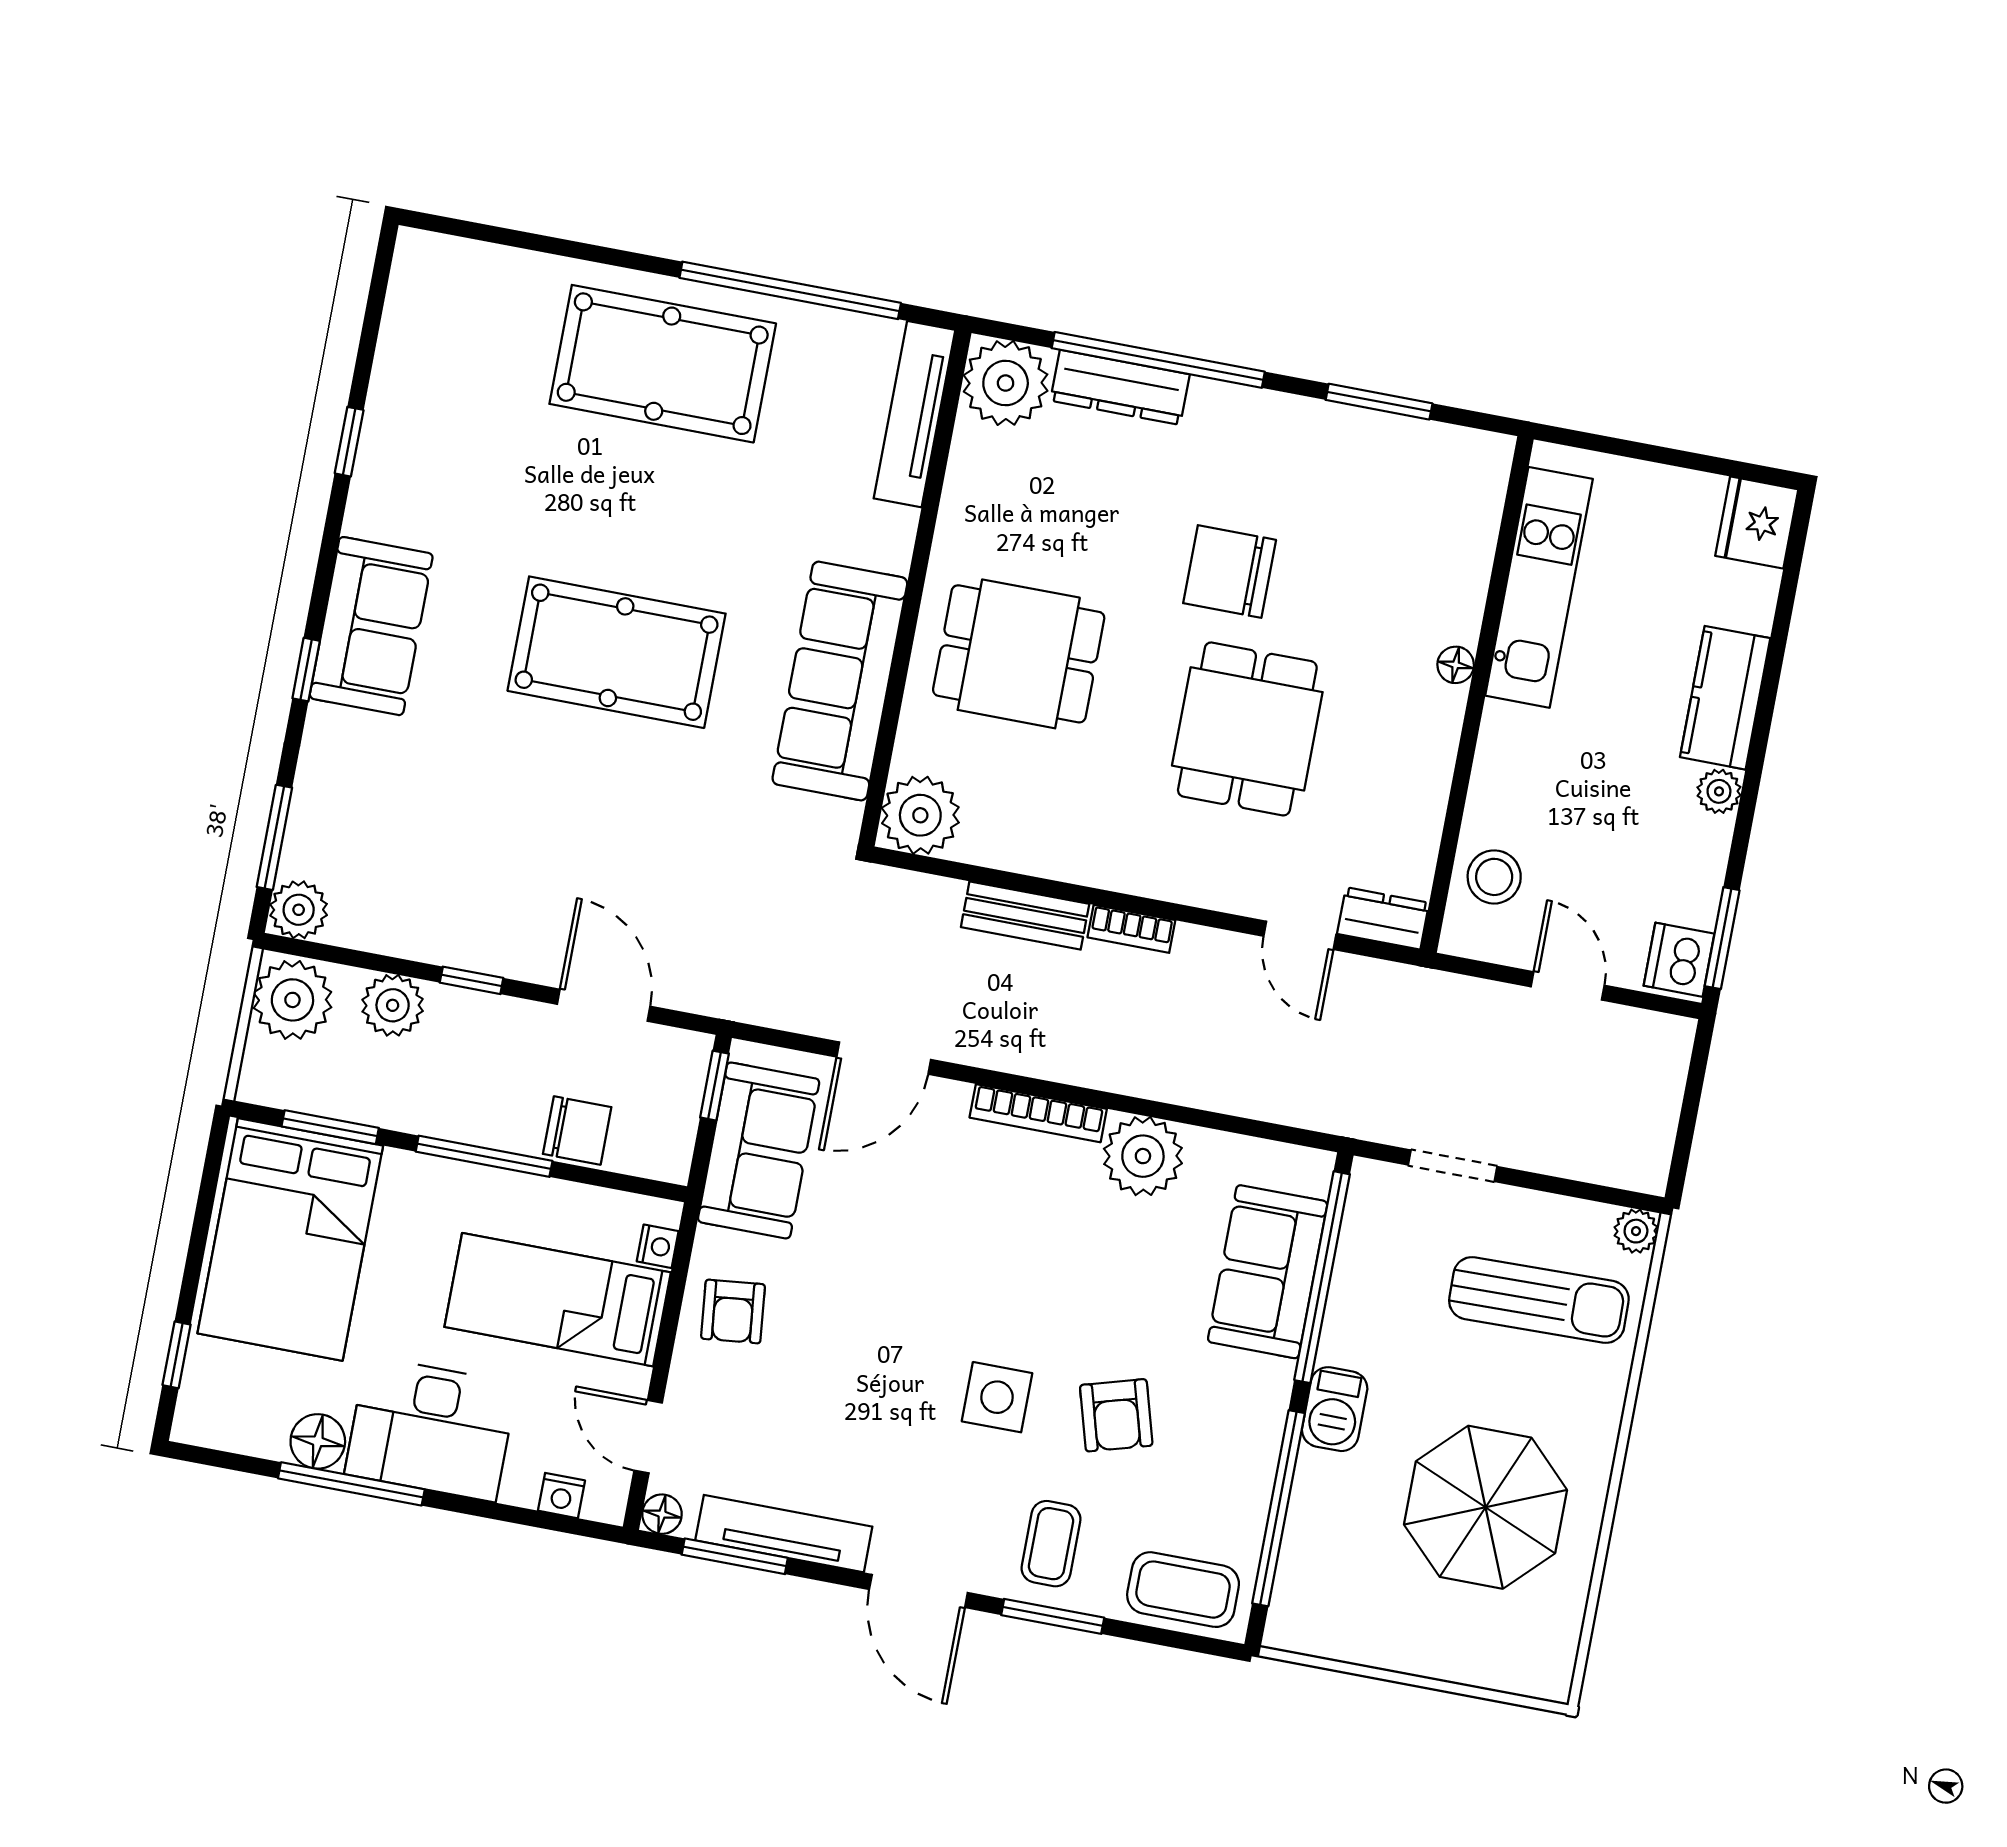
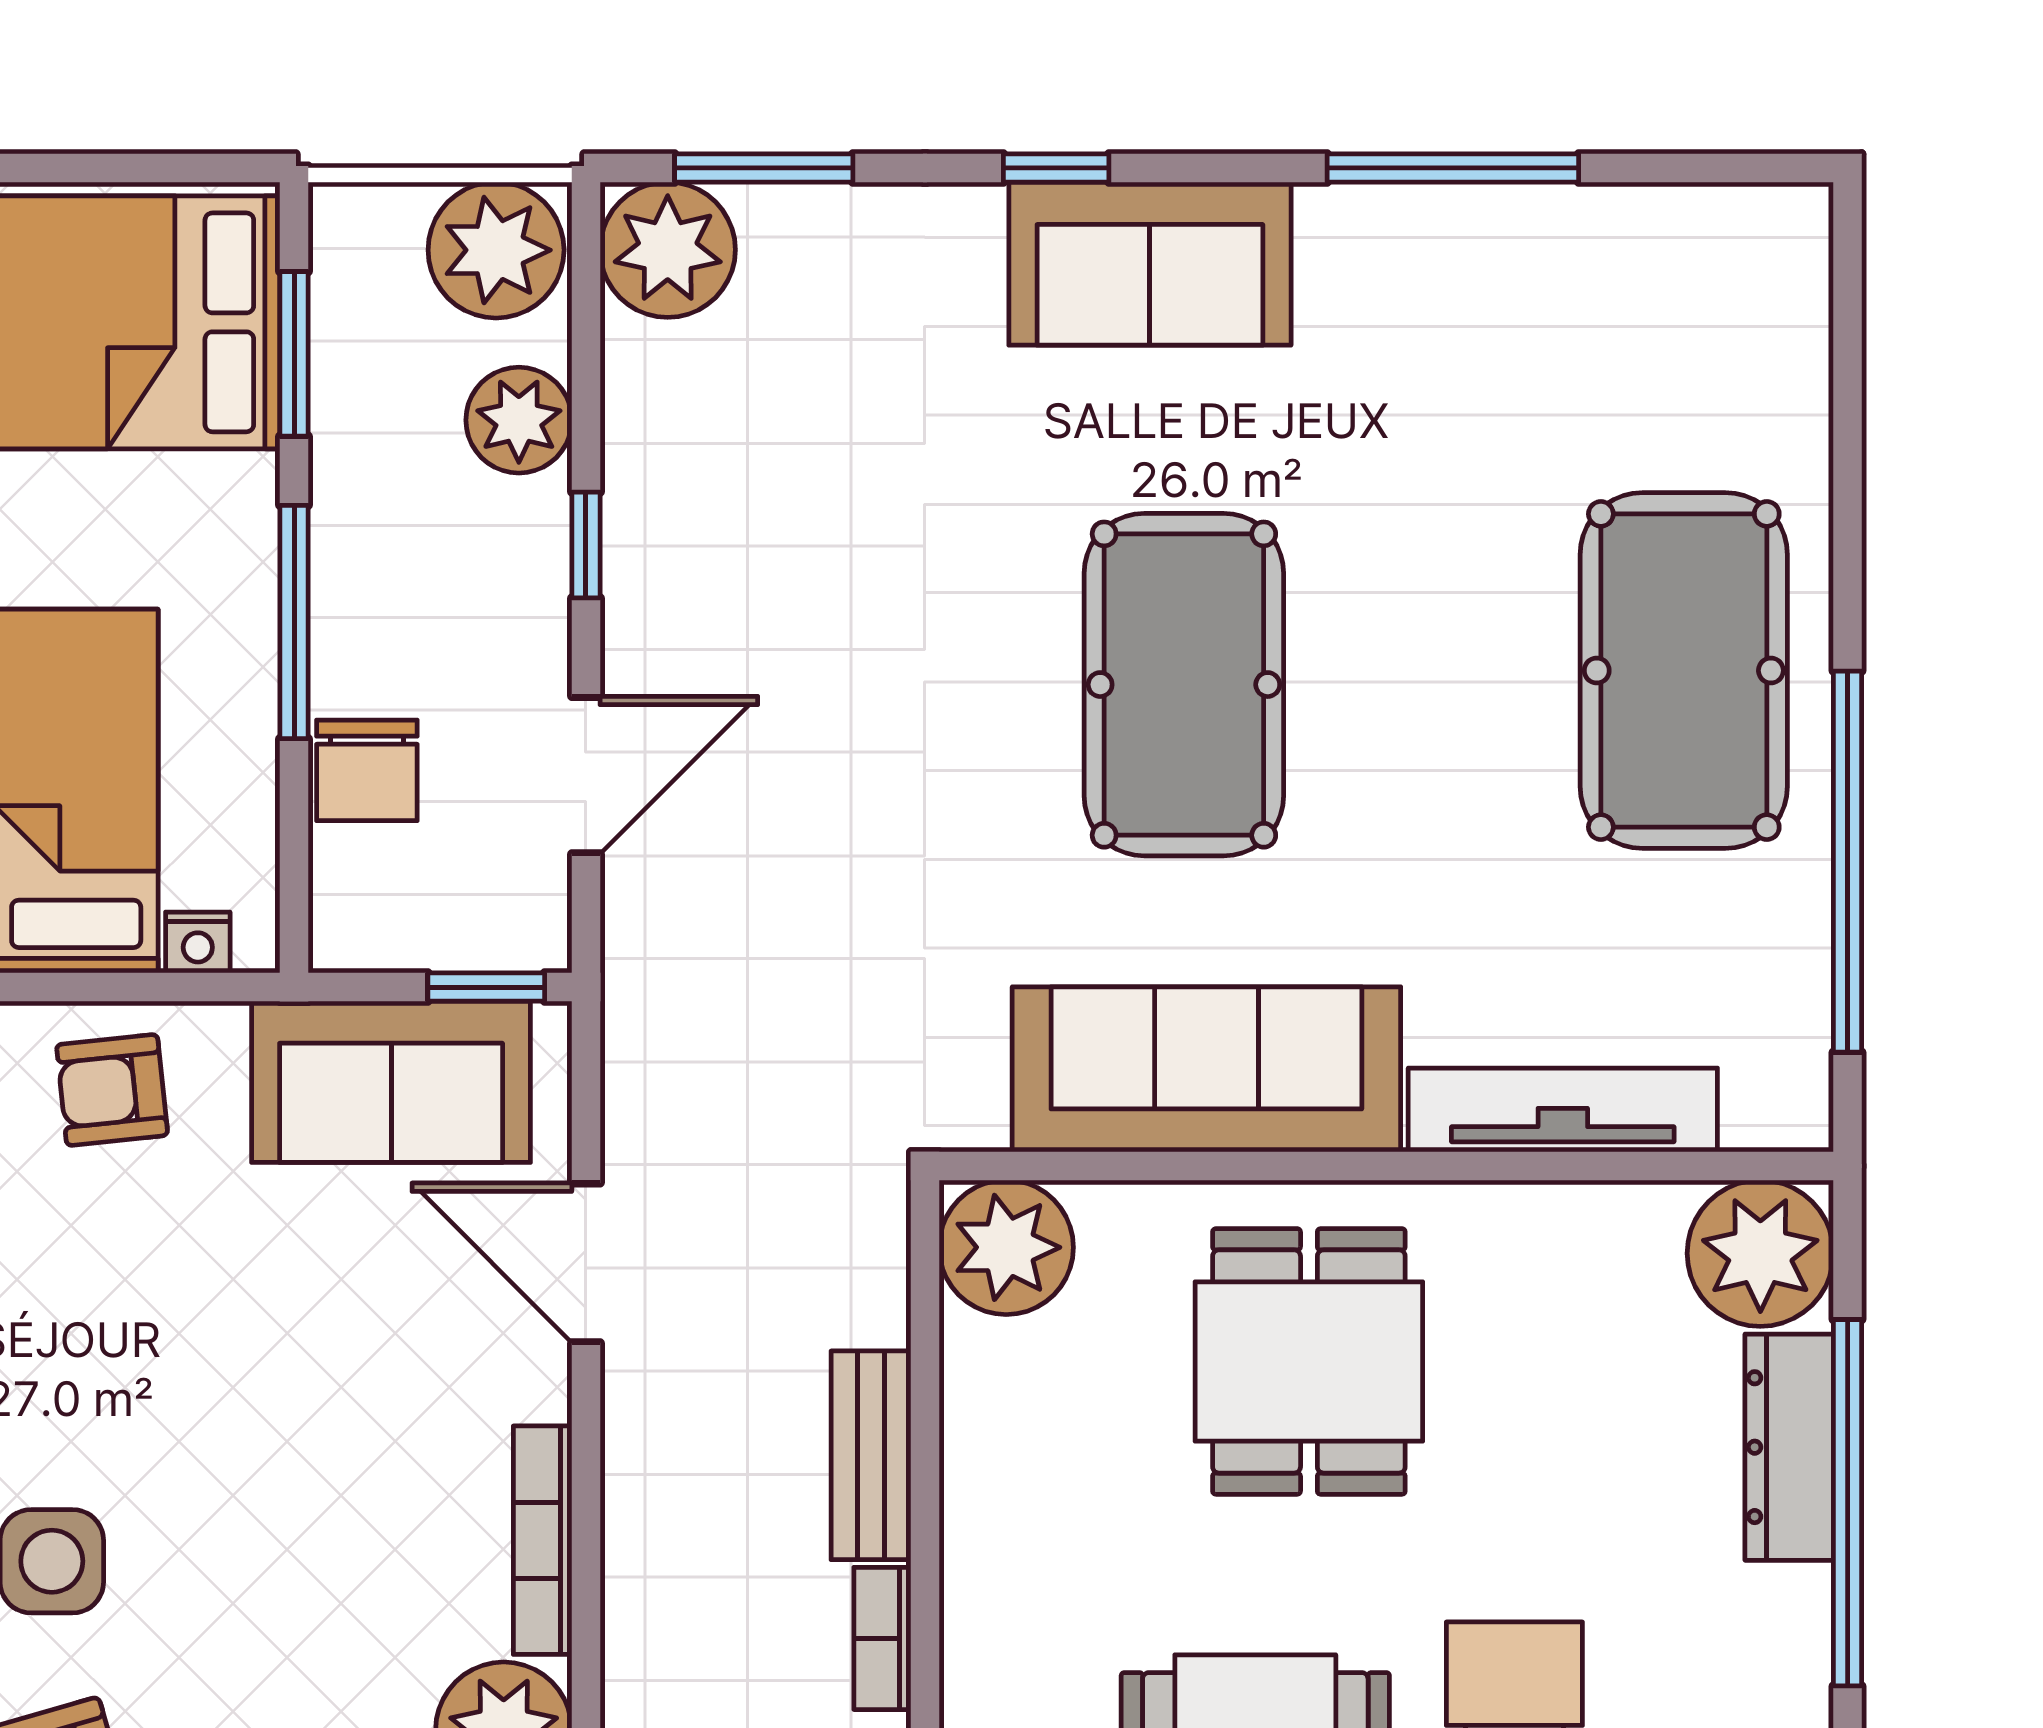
tv unit: (914, 414) -> (1563, 1110), moved
window: (349, 442) -> (1453, 168), width x2.17
plant: (299, 910) -> (668, 250), width x1.36, depth x1.36

